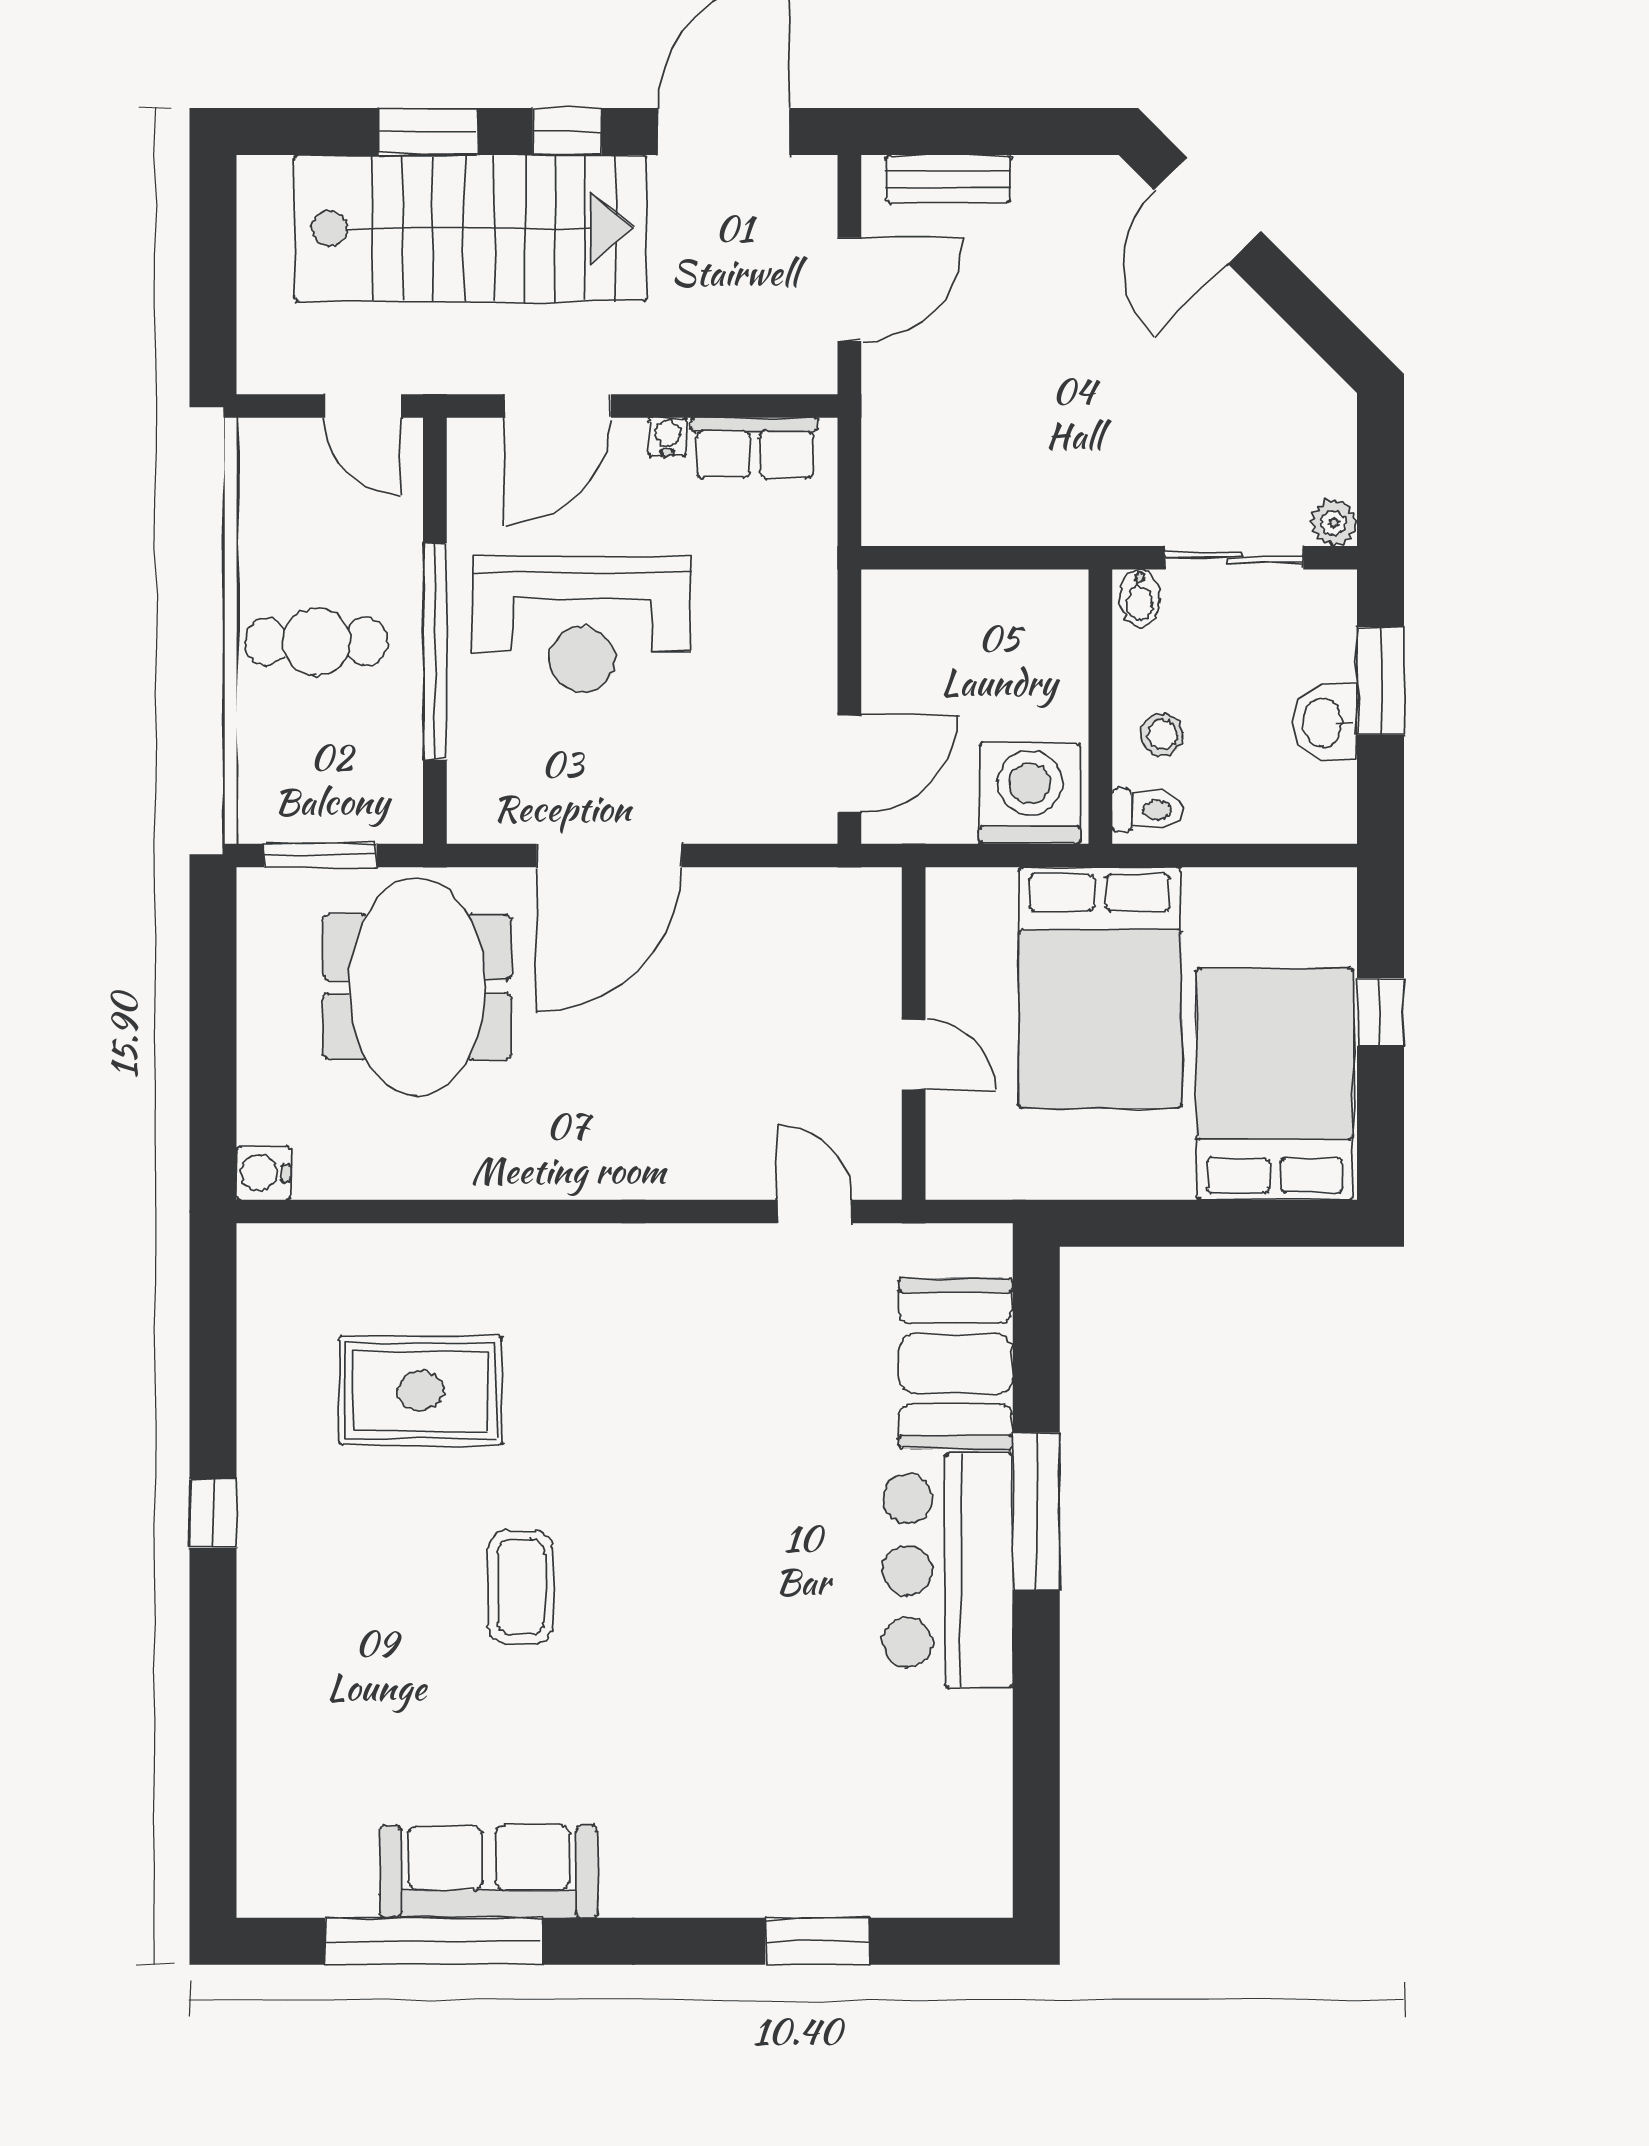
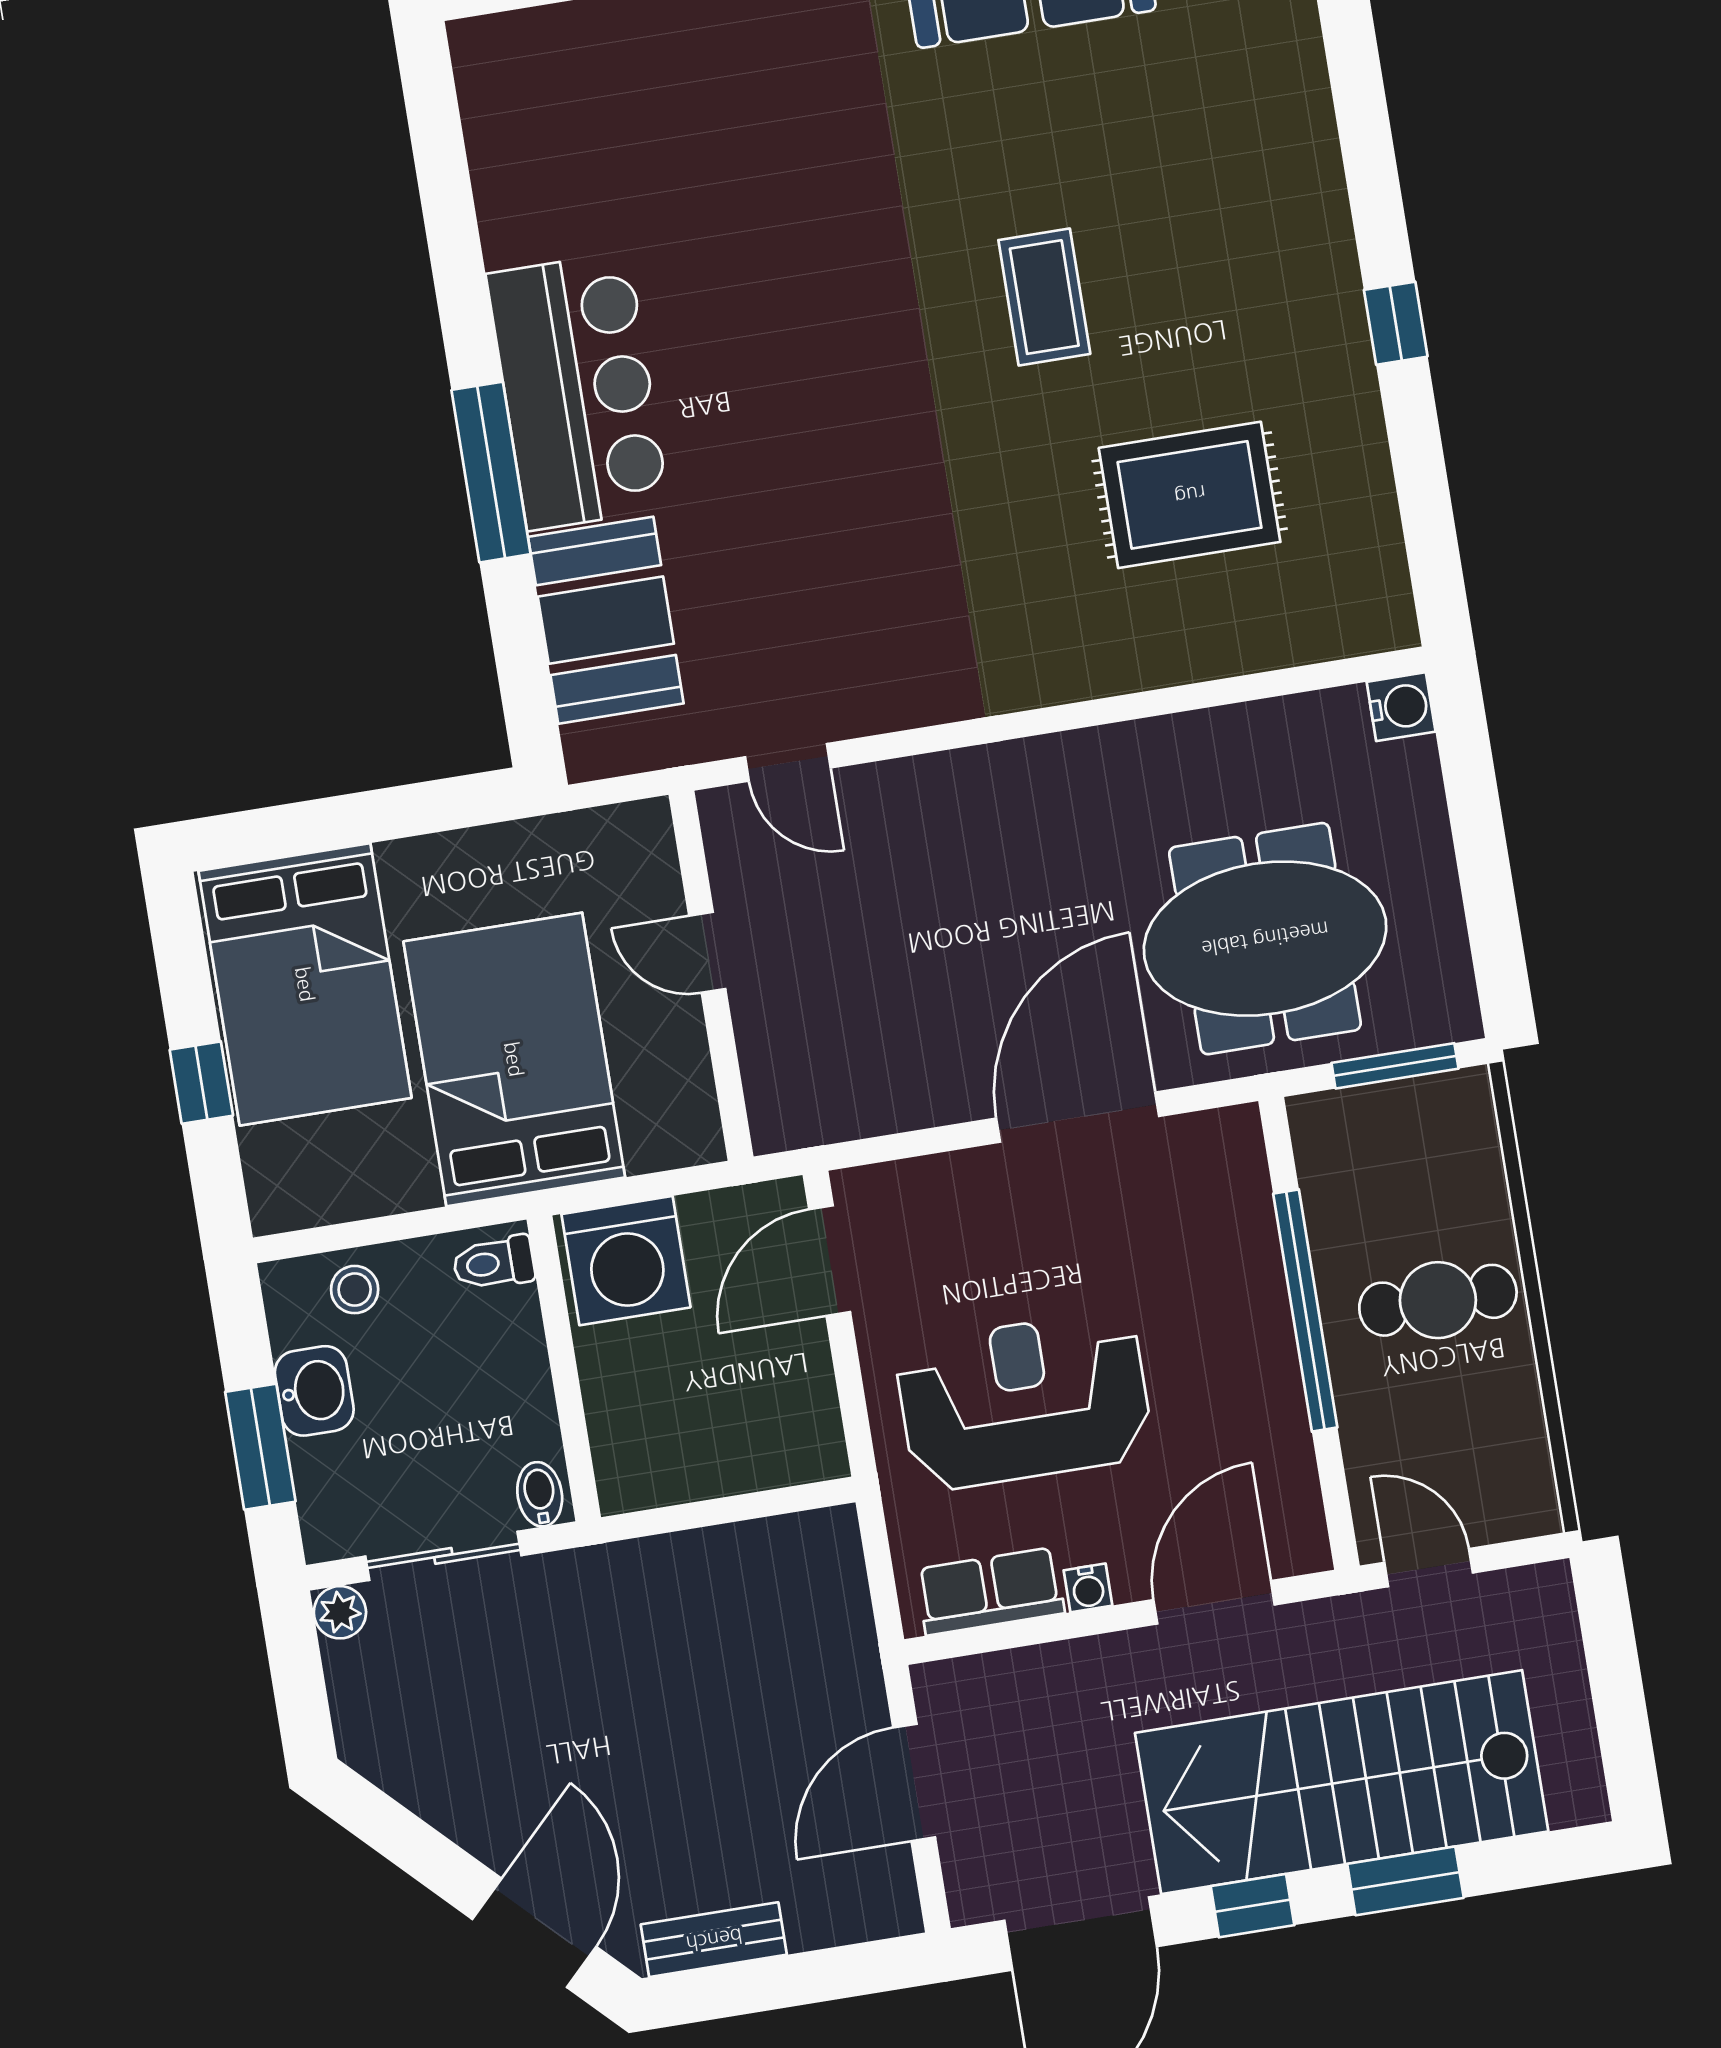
bench: (949, 179) -> (714, 1940), moved
reception desk: (582, 624) -> (1024, 1401), moved
stool: (1162, 735) -> (355, 1290), moved
meeting table: (417, 987) -> (1265, 939), turned 90

